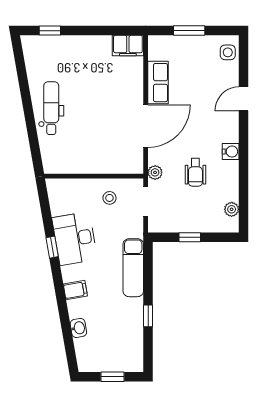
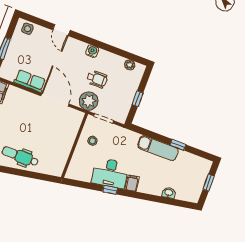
plant: (155, 172) -> (89, 101), width x1.88, depth x1.88
exam couch: (133, 268) -> (158, 148), moved
filing cabinet: (75, 290) -> (132, 183), moved

